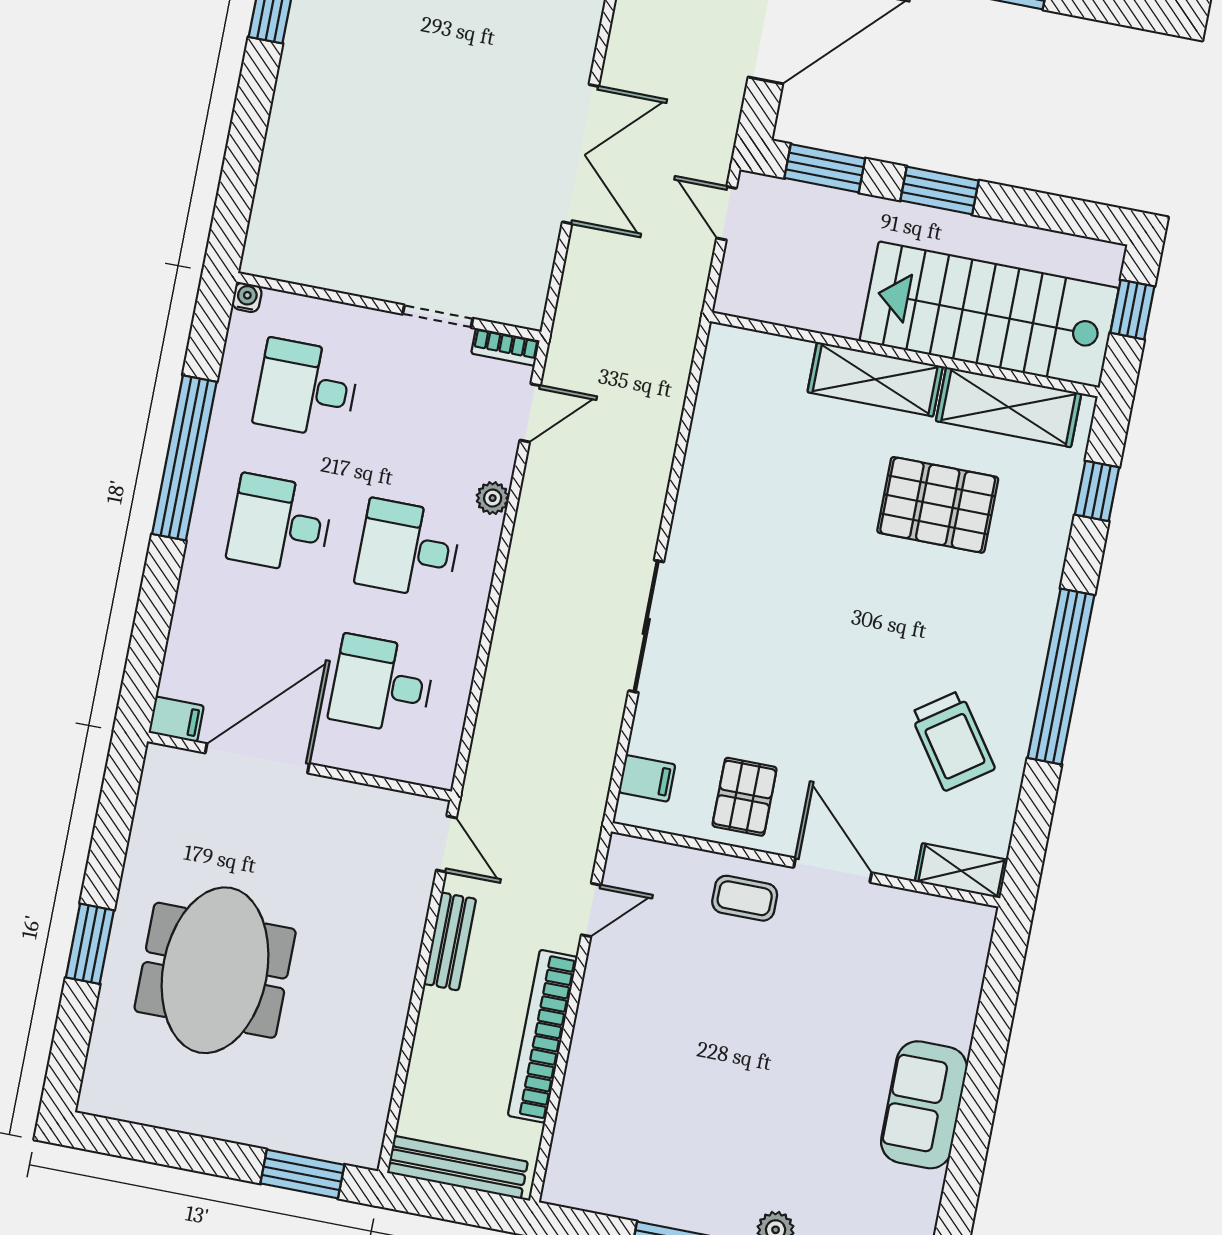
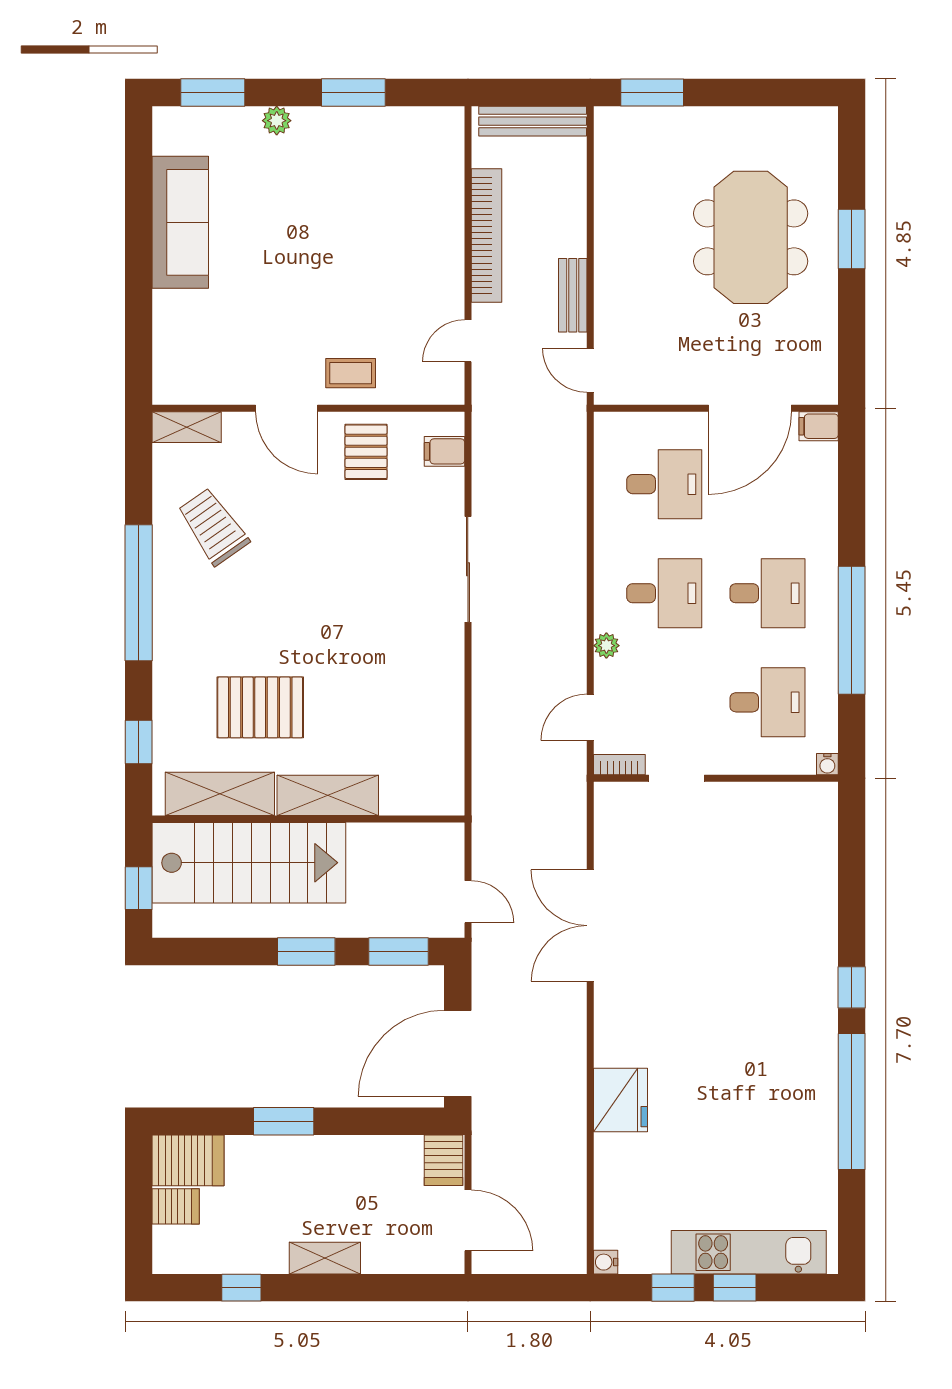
sofa: (924, 1105) -> (180, 222), width x1.36

